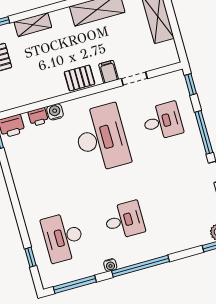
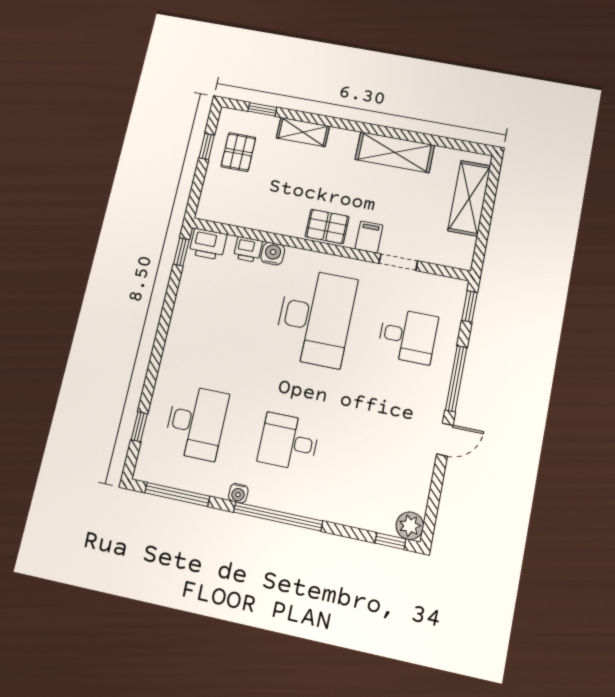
desk: (124, 220) -> (289, 442), turned 180
desk: (63, 237) -> (196, 422), turned 180

